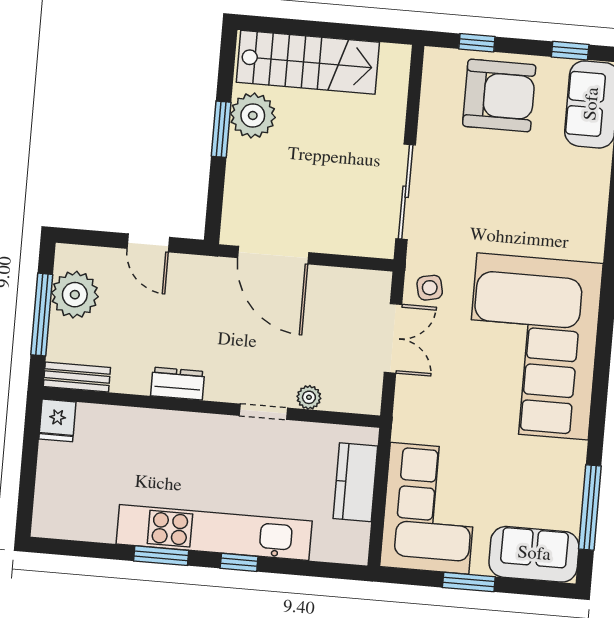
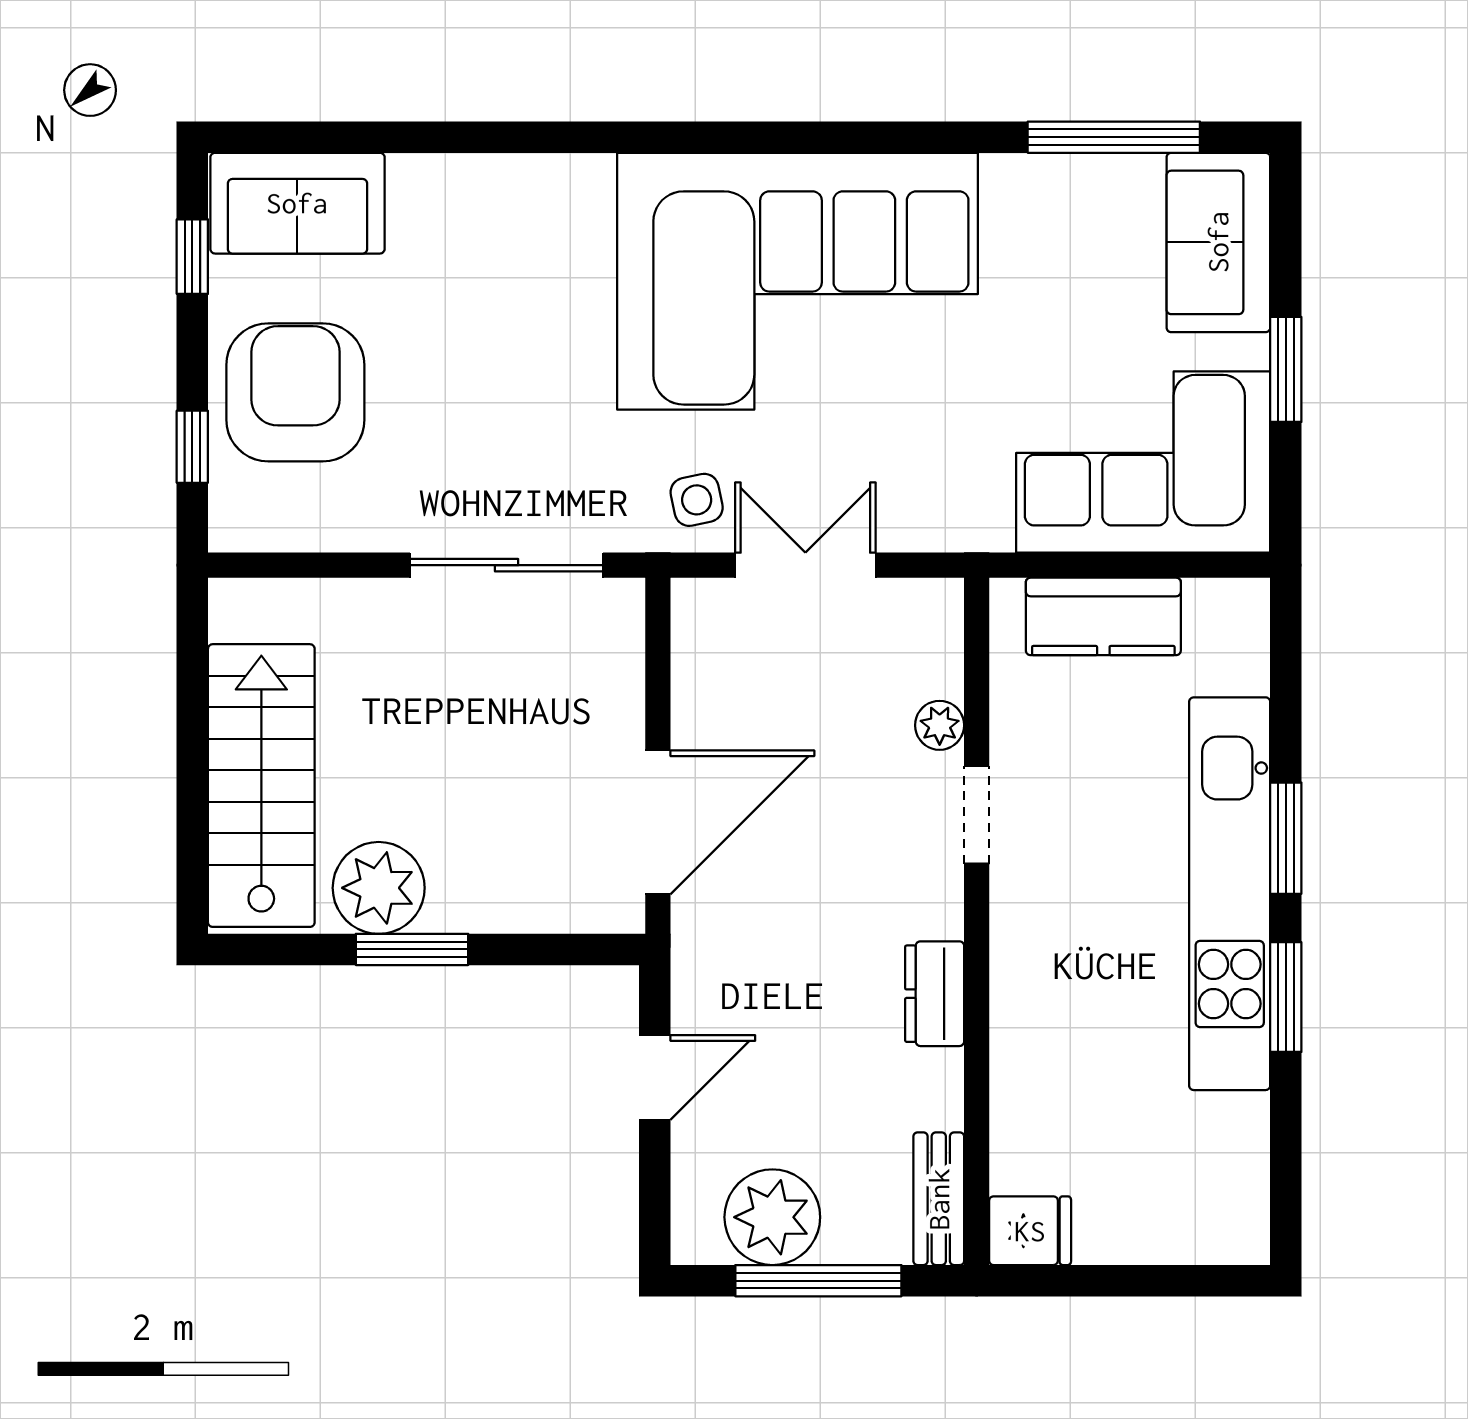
window: (239, 562) -> (1286, 838), width x1.50

